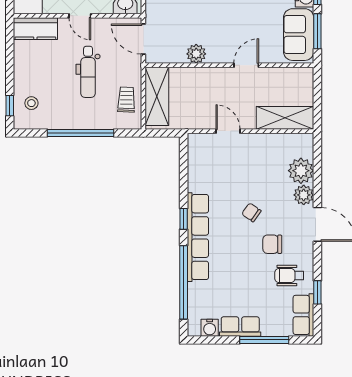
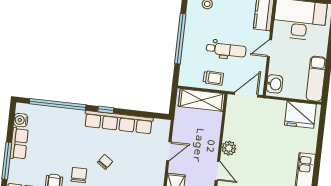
plant: (196, 54) -> (229, 148), moved
dental chair: (88, 72) -> (226, 50), turned 180
trolley: (126, 100) -> (213, 78), moved
row of seats: (198, 237) -> (119, 122), moved

